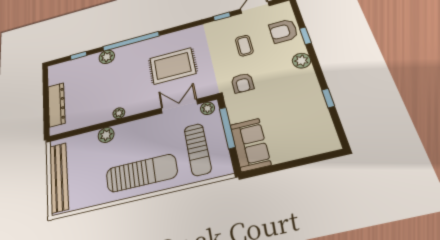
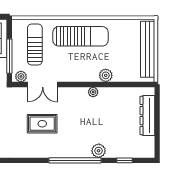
rug: (173, 66) -> (42, 124), width x0.73, depth x0.70
sun lounger: (142, 173) -> (81, 36), turned 180

